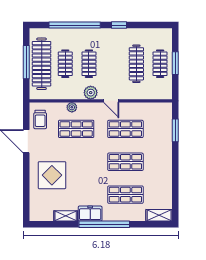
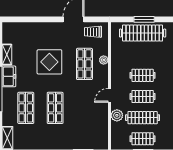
window: (26, 62) -> (144, 19), width x0.69
clothes rail: (65, 64) -> (143, 97), moved
plant: (91, 93) -> (117, 115), moved
shop shelf: (125, 129) -> (84, 108), removed
display table: (52, 175) -> (49, 62), moved

